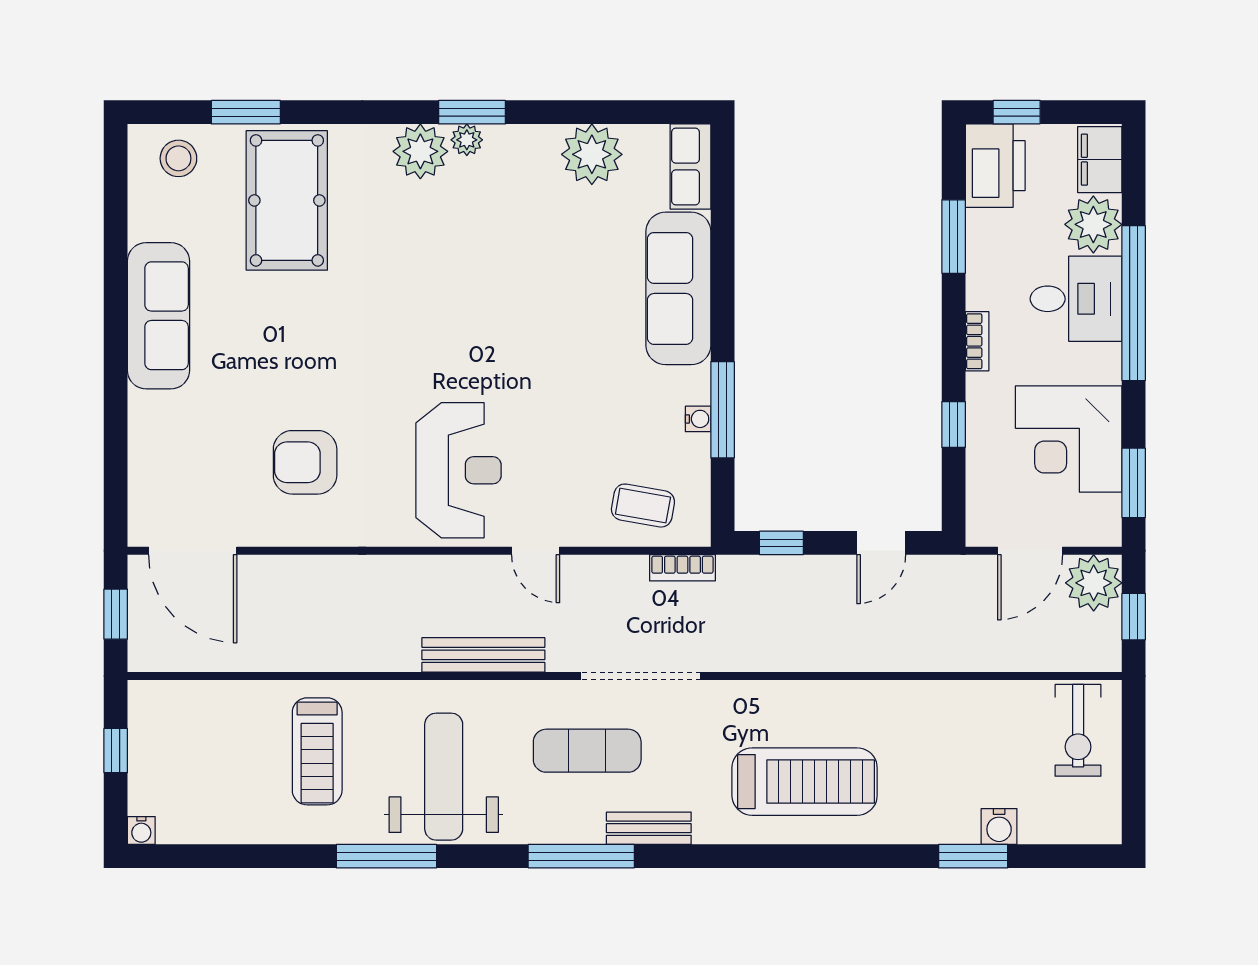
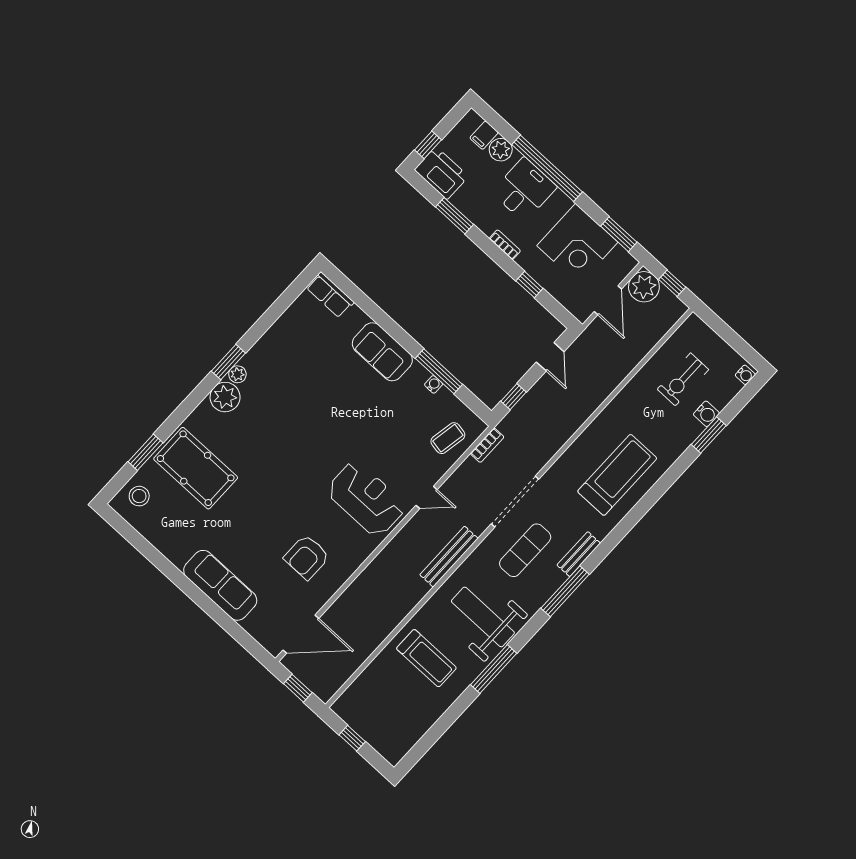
plant: (592, 154) -> (289, 330), removed
filing cabinet: (1100, 160) -> (484, 135), width x0.50
plant: (1093, 224) -> (501, 150), width x0.73, depth x0.73
sofa: (678, 288) -> (382, 352), width x0.73
sofa: (158, 316) -> (220, 585), moved
exercise bike: (1078, 730) -> (683, 379), moved, turned 90
water cooler: (141, 830) -> (745, 375), moved

